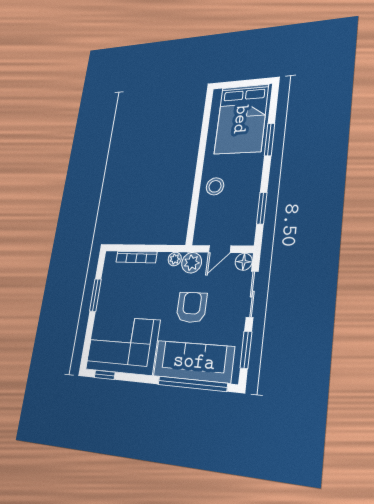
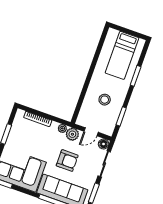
bed: (241, 119) -> (122, 55), width x0.67
stool: (215, 186) -> (105, 100), moved
armchair: (192, 307) -> (67, 161), turned 90

